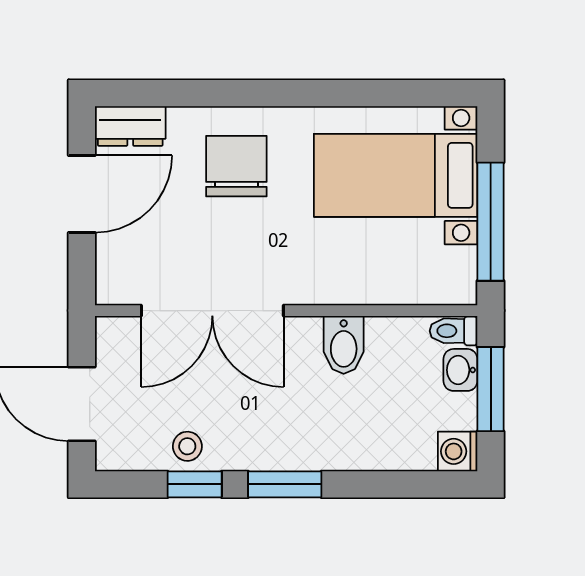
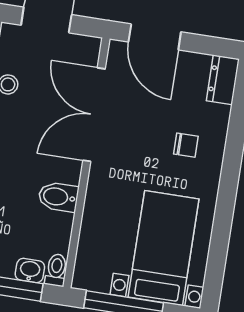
chair: (236, 166) -> (186, 145), width x0.54, depth x0.54
door: (82, 194) -> (155, 37), moved

